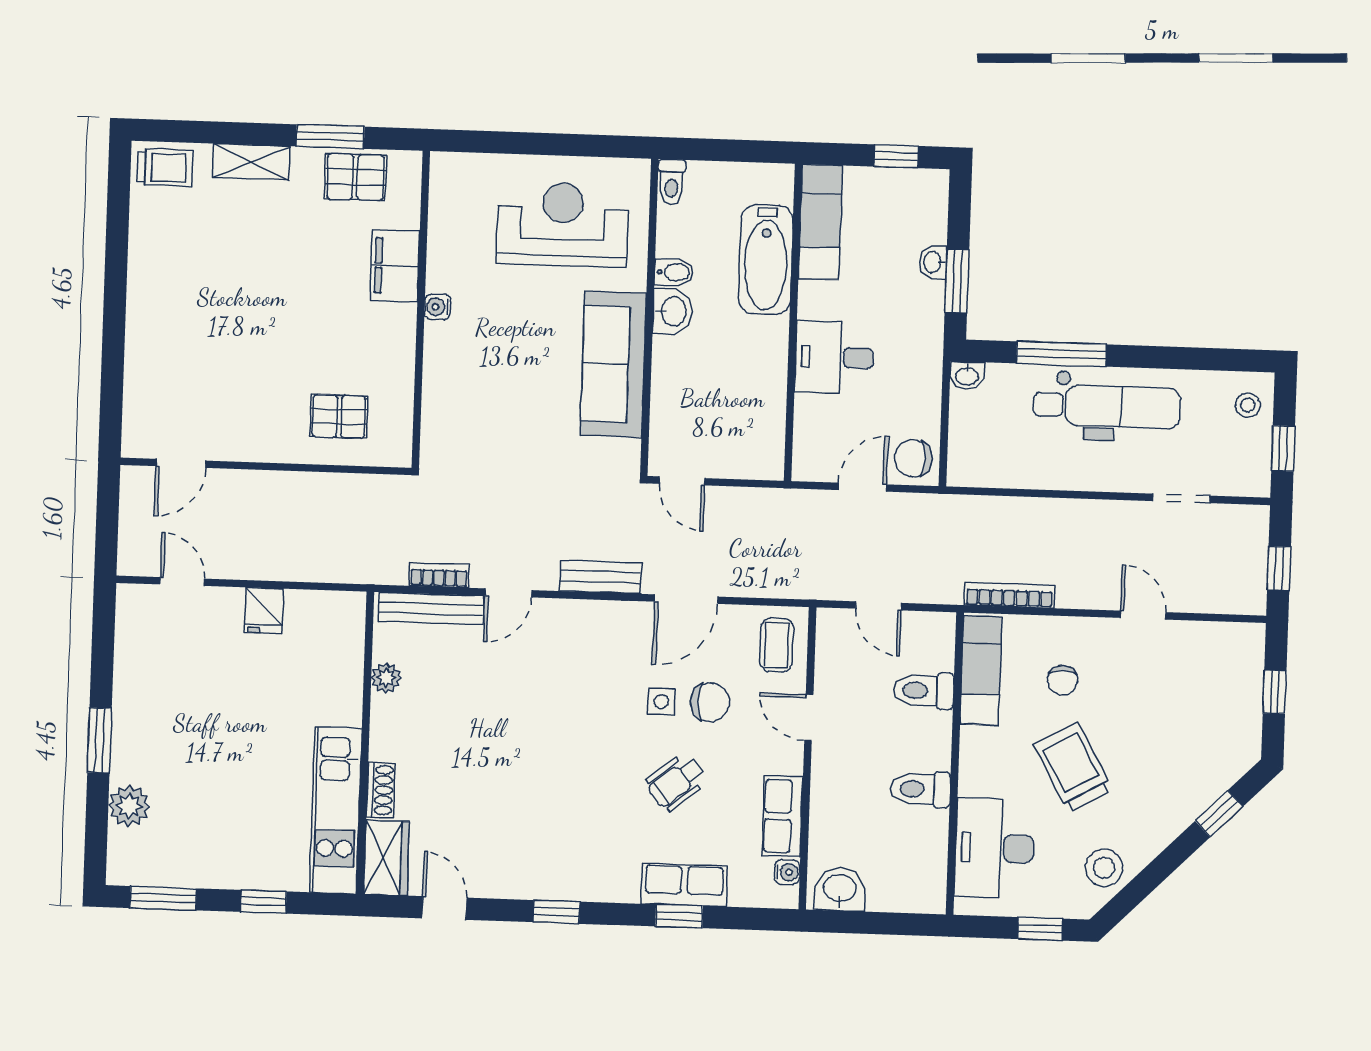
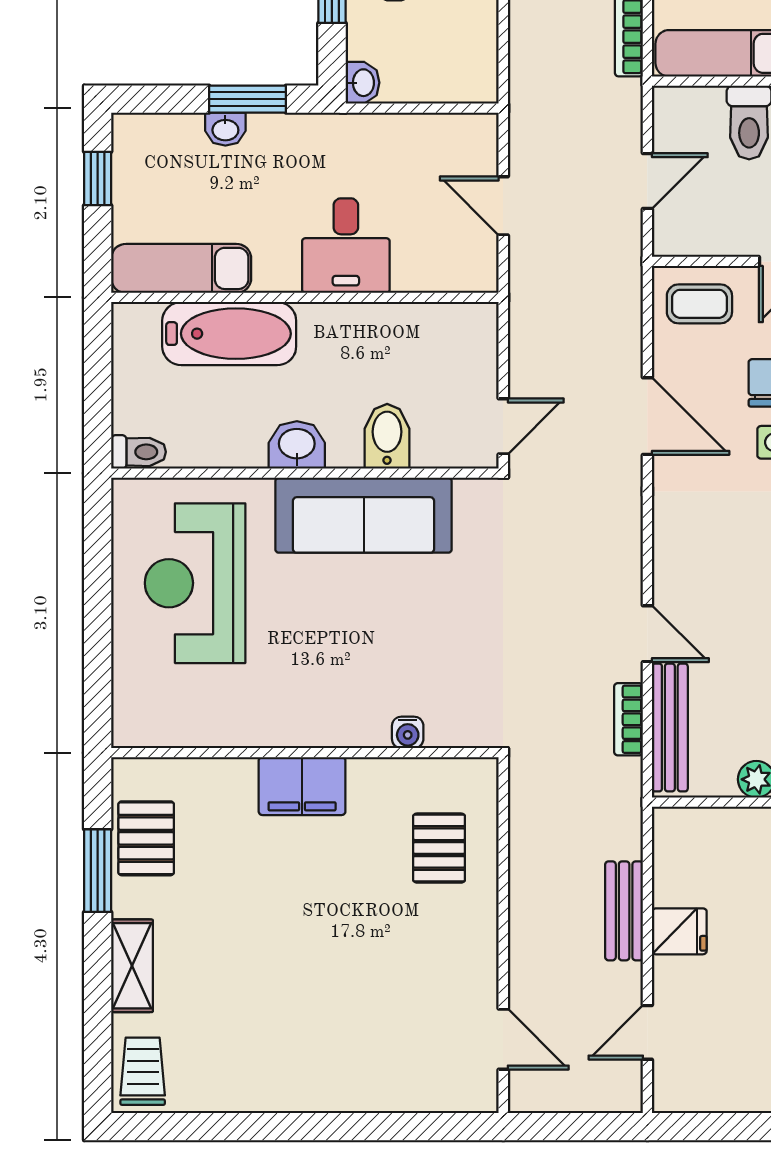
filing cabinet: (395, 266) -> (302, 786), moved
bidet: (674, 272) -> (387, 436), moved, width x1.38, depth x1.36
water cooler: (438, 307) -> (408, 732), moved
chair: (913, 458) -> (466, 145), removed
bench: (600, 577) -> (624, 911), moved

